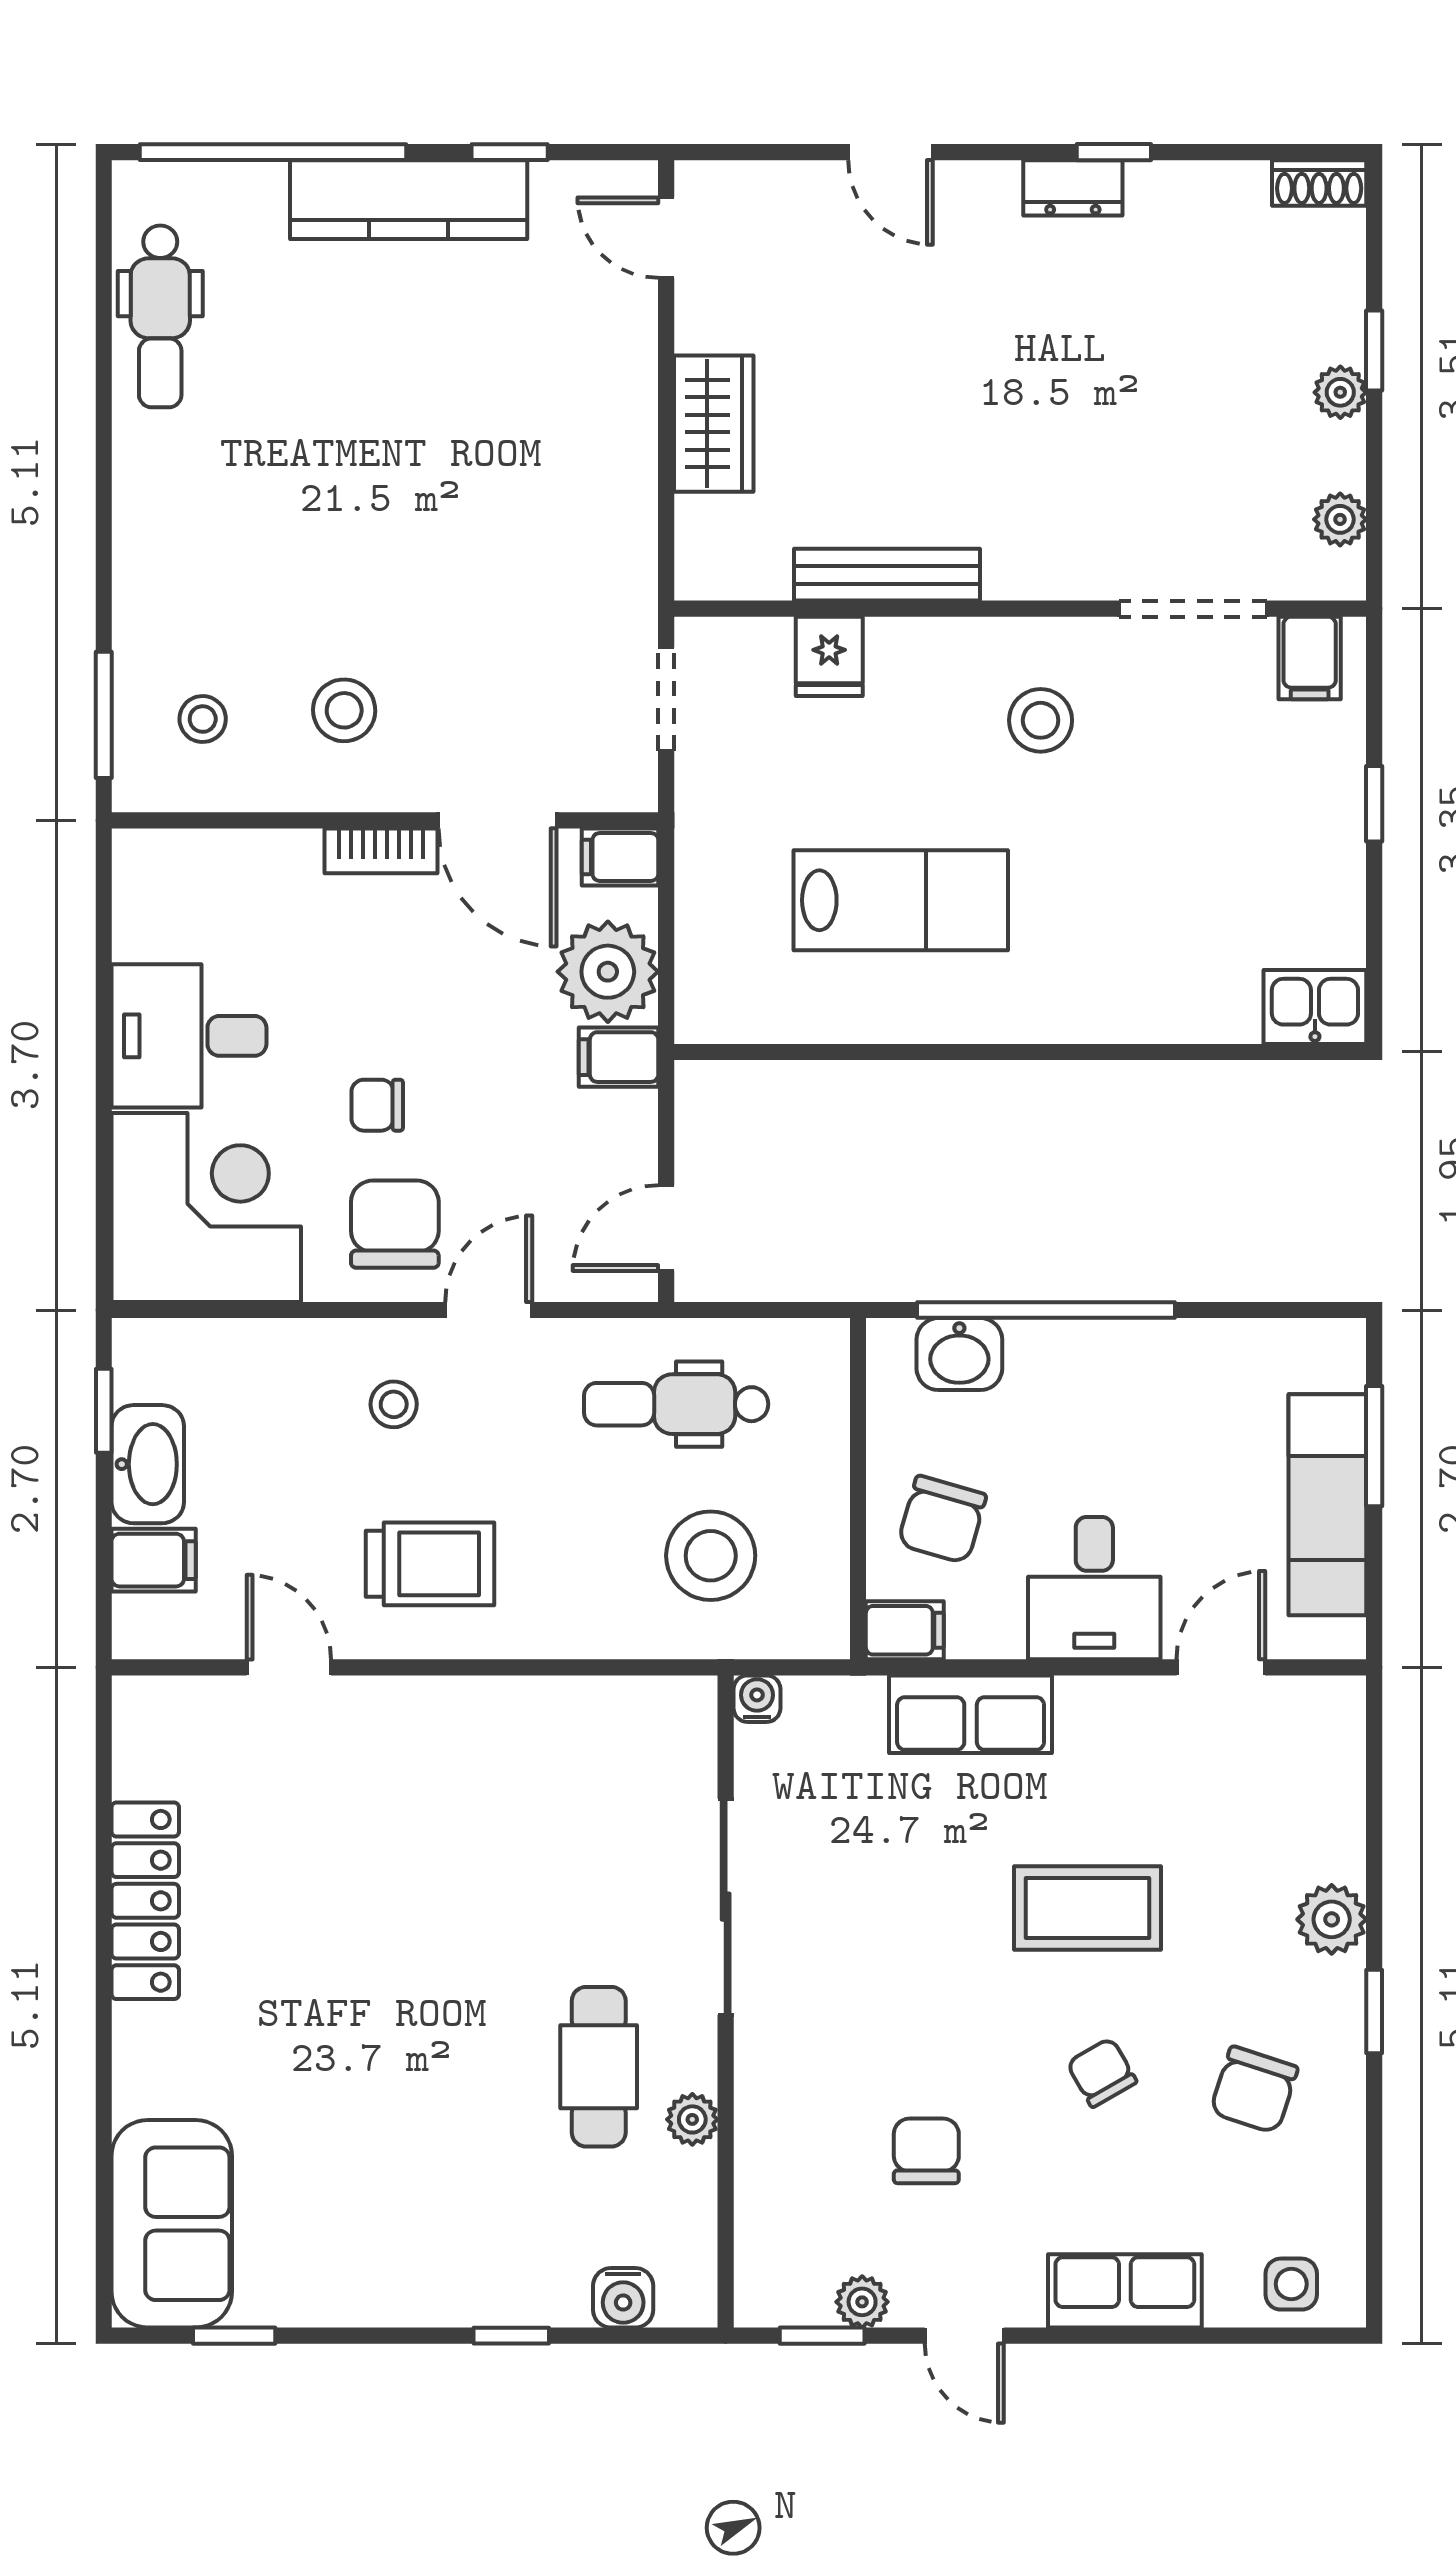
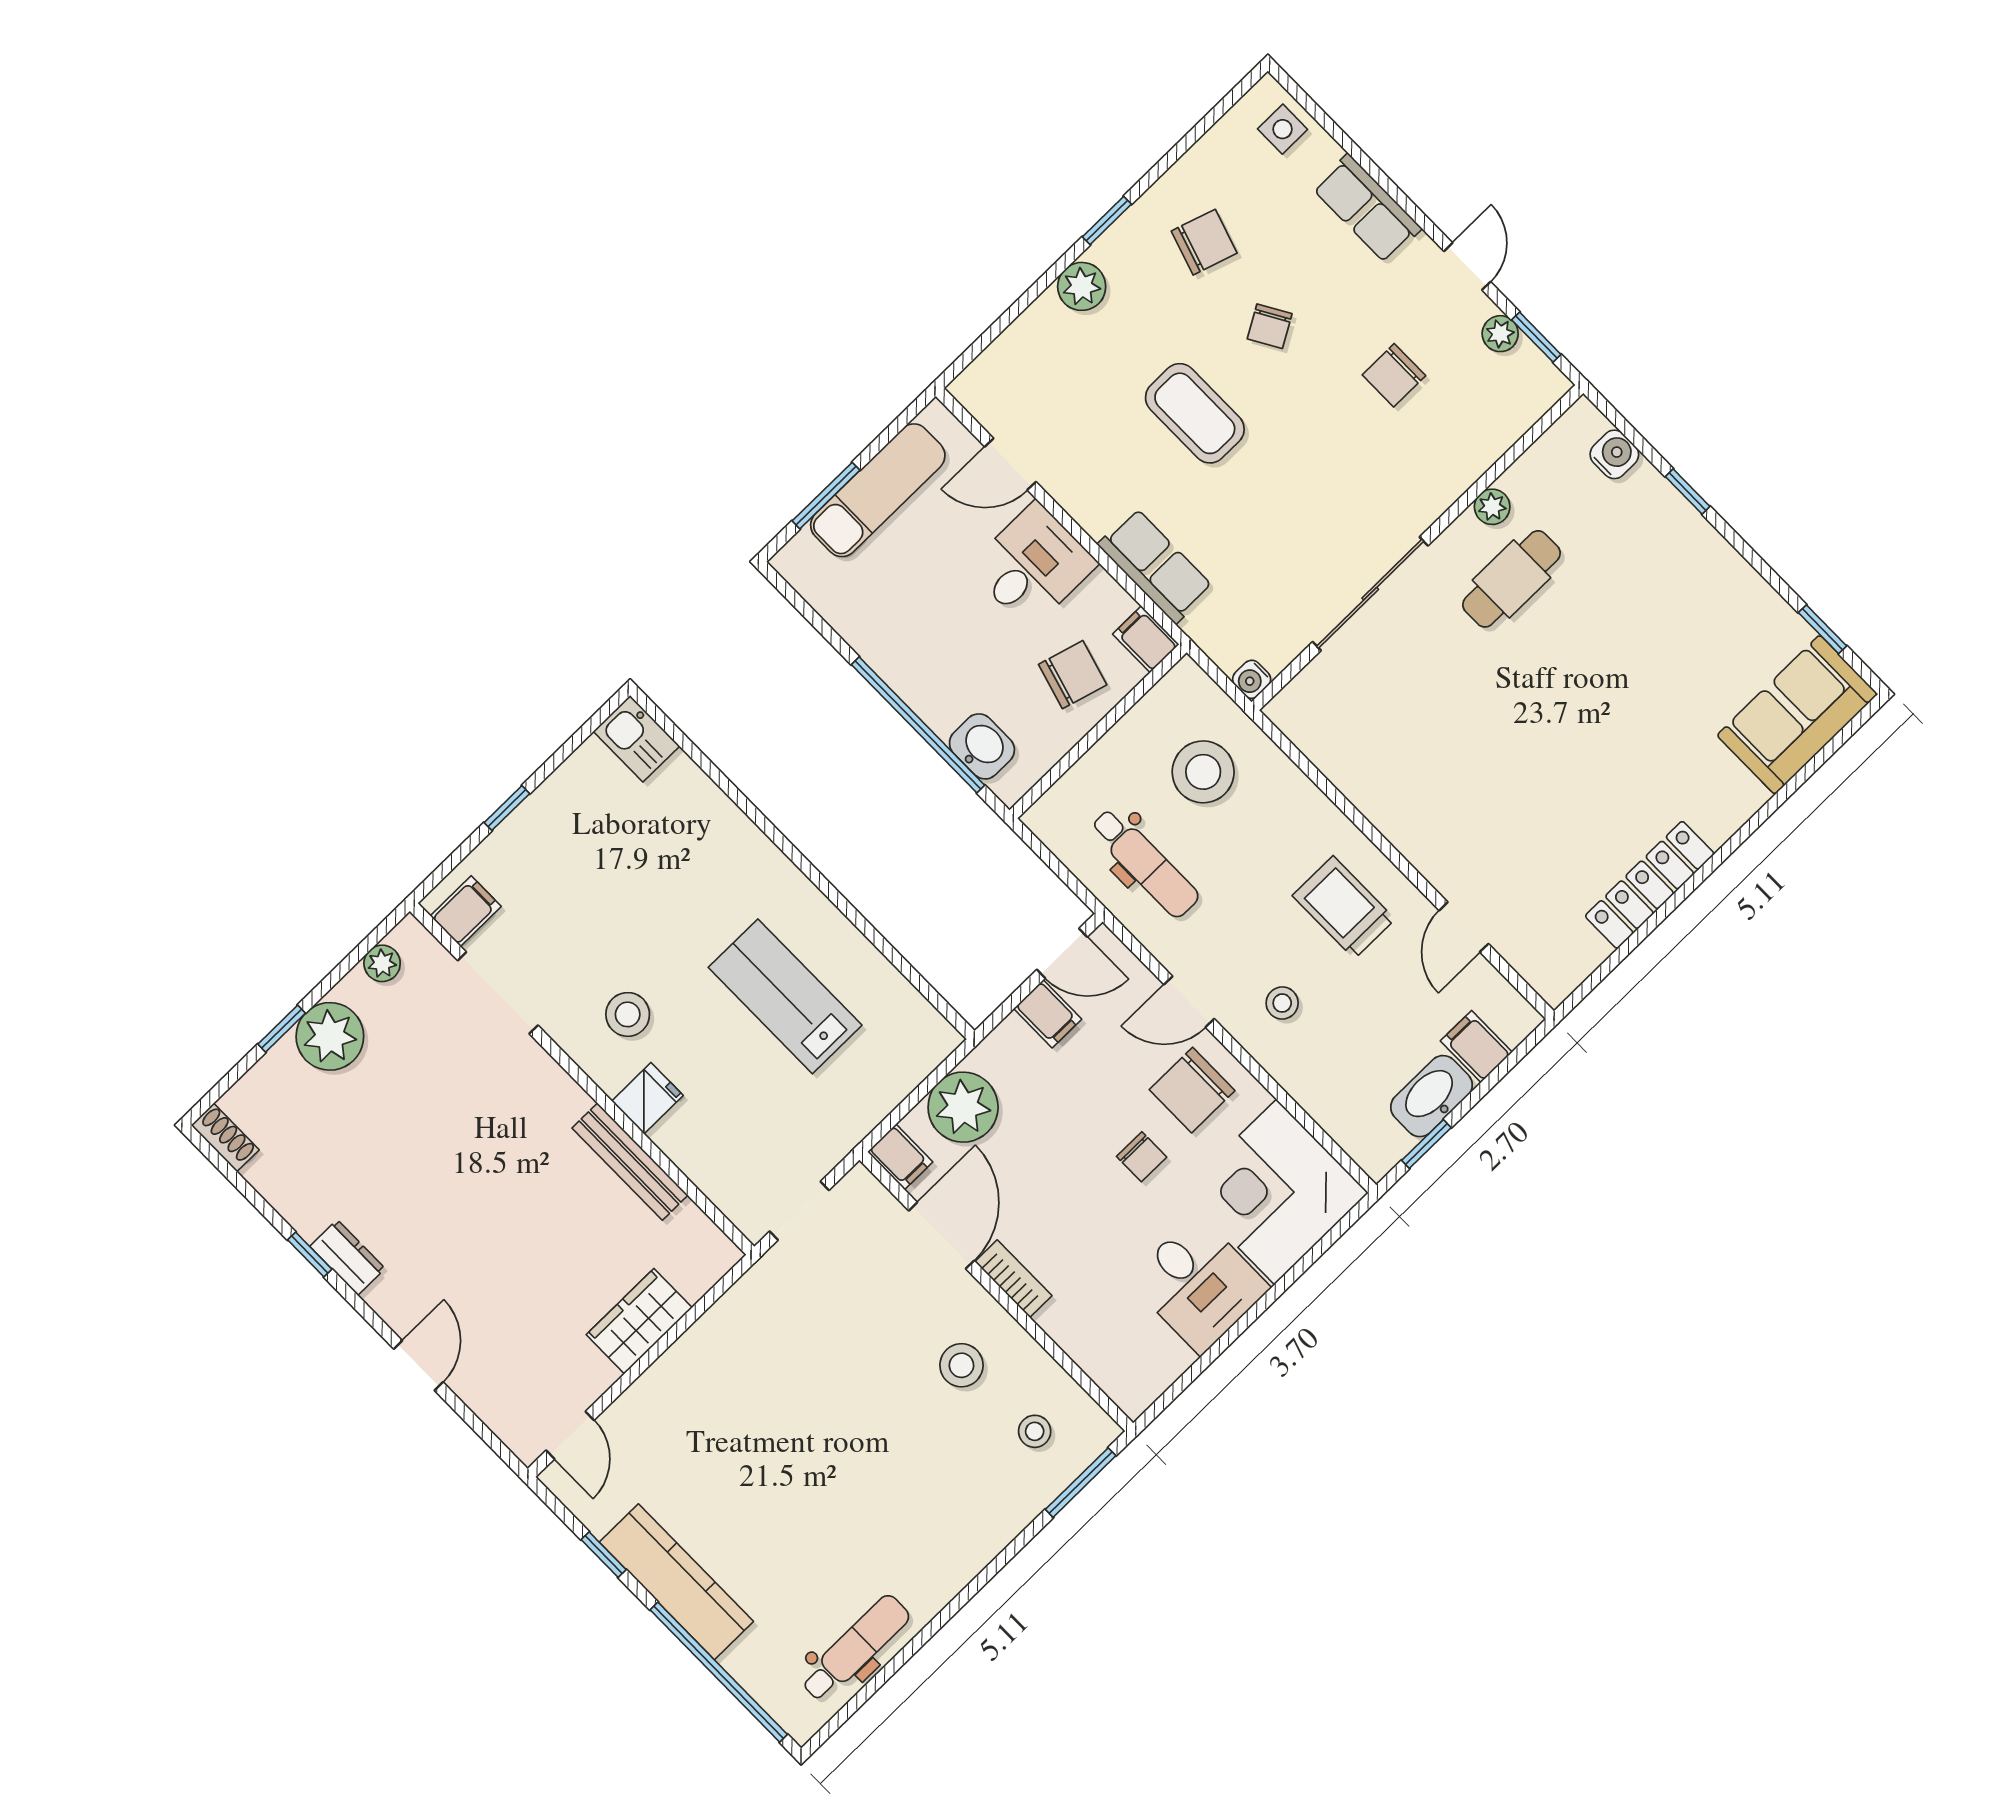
plant: (1340, 392) -> (330, 1036), width x1.88, depth x1.88
fridge: (829, 656) -> (647, 1098), moved
filing cabinet: (618, 1057) -> (1048, 1014), moved

